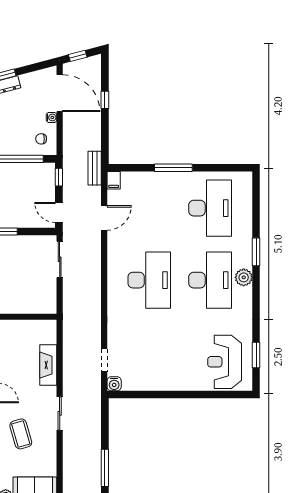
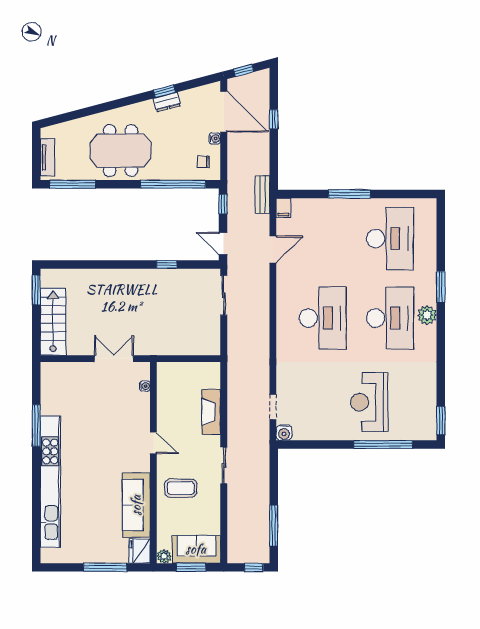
window: (256, 355) -> (441, 421), moved
reception desk: (225, 362) -> (369, 402), moved
window: (204, 395) -> (383, 445), added
coffee table: (21, 434) -> (181, 488), turned -74

